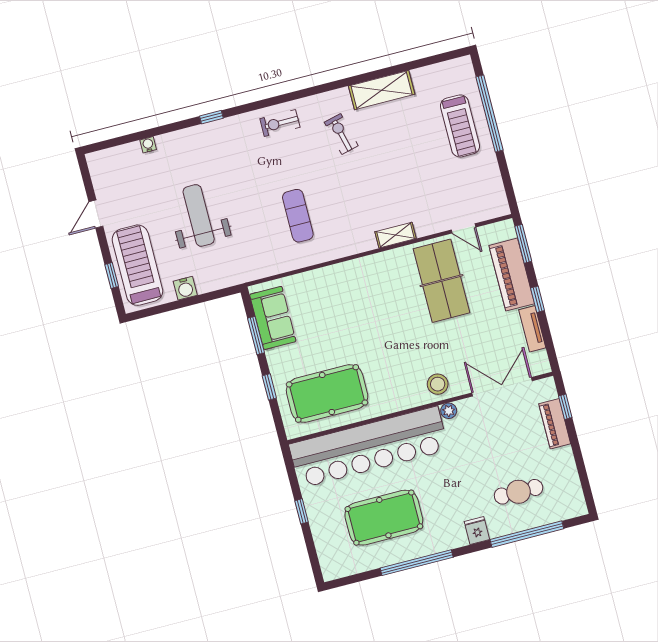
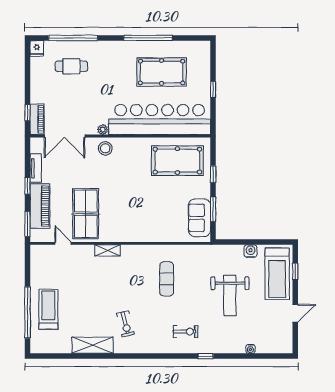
exercise bike: (280, 123) -> (186, 332), moved
piano: (555, 424) -> (37, 119), moved
fridge: (477, 531) -> (37, 48), moved

